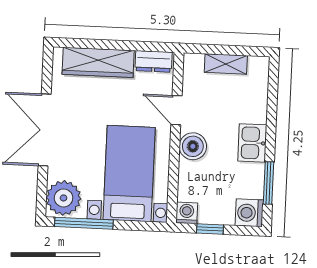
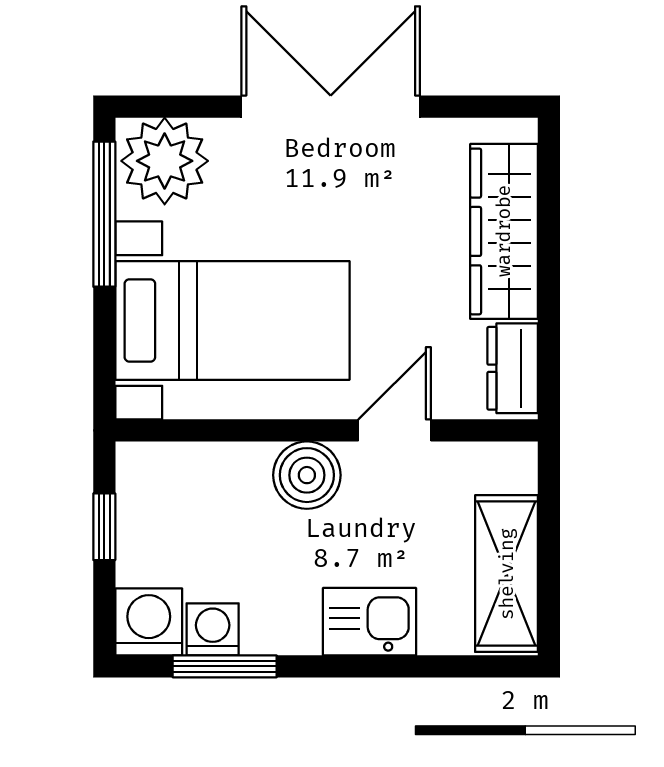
shelving: (226, 64) -> (507, 574), width x1.50, depth x1.33
kitchen sink: (252, 143) -> (370, 622), moved
washing machine: (187, 213) -> (213, 629), moved, turned -90

